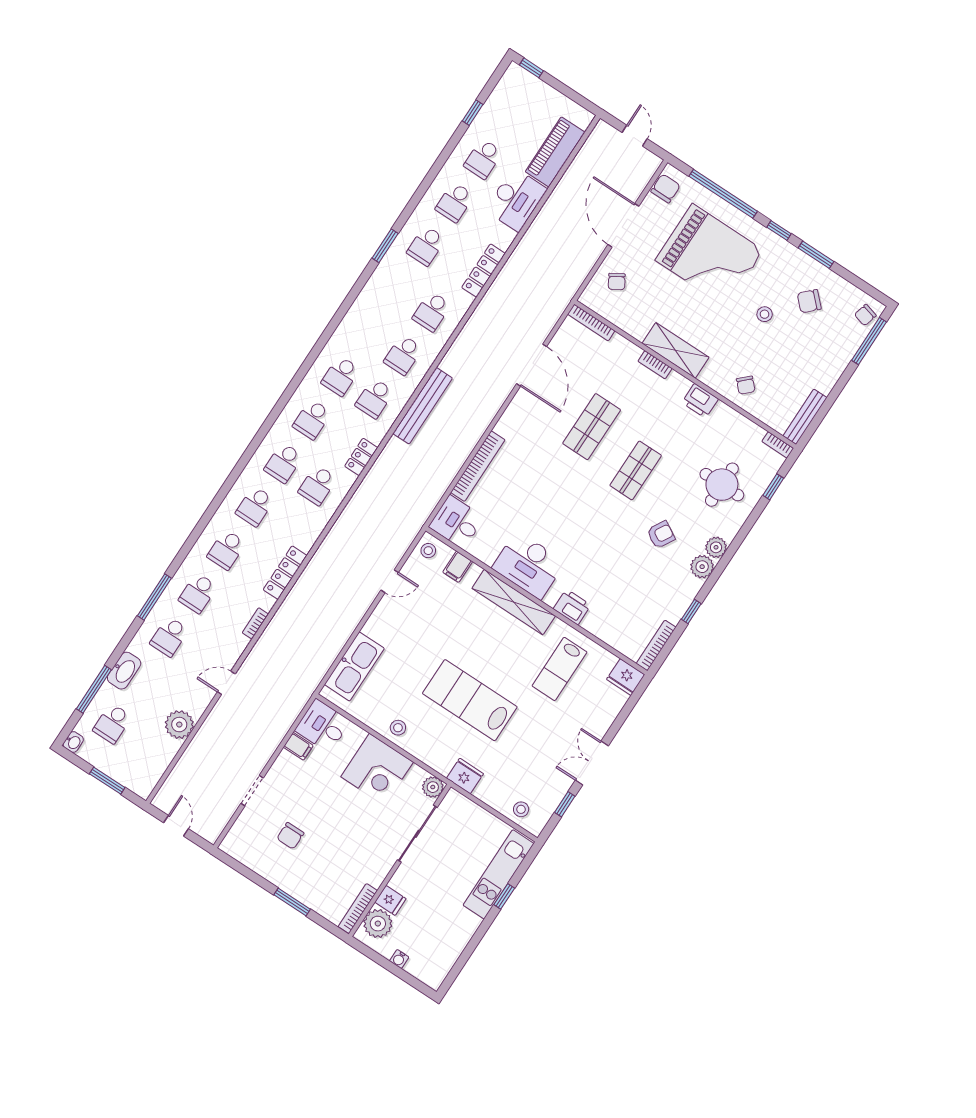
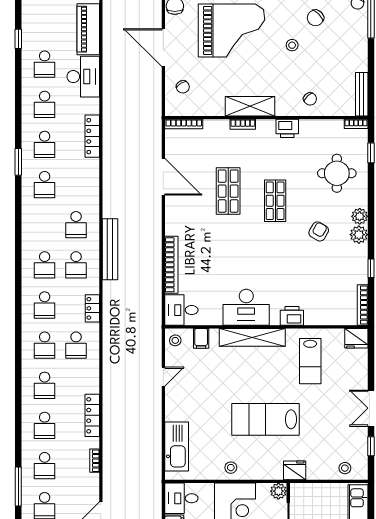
school desk: (432, 311) -> (45, 185), moved

